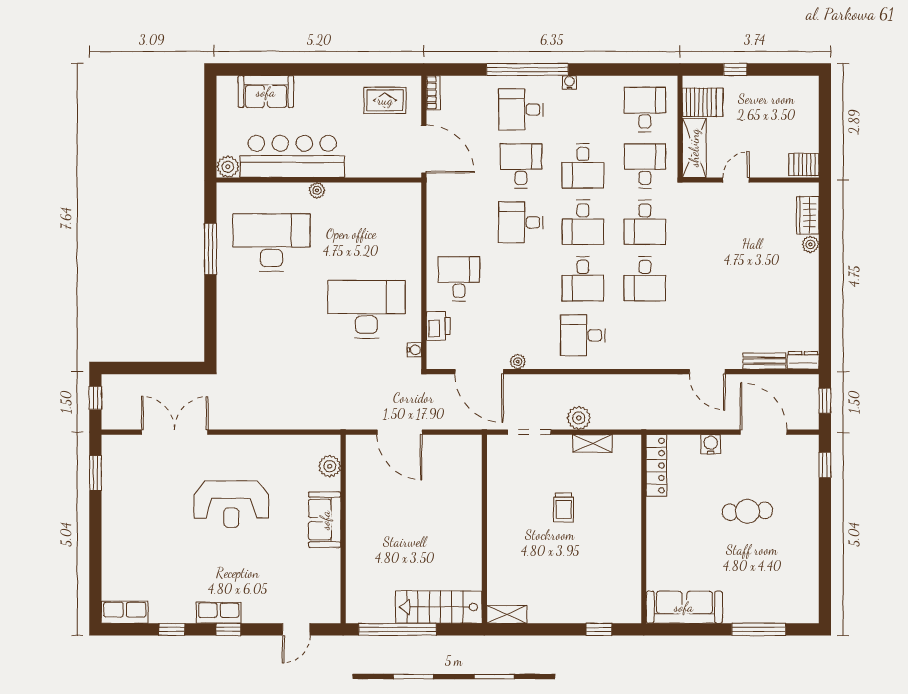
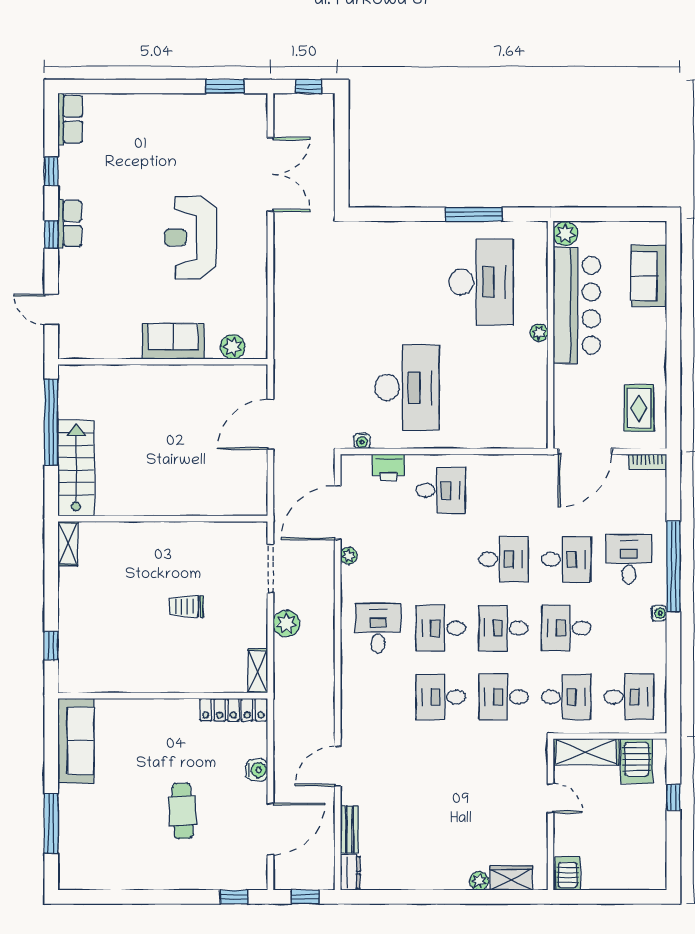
desk: (521, 222) -> (503, 559), turned 90
shelving: (592, 443) -> (258, 671), moved

